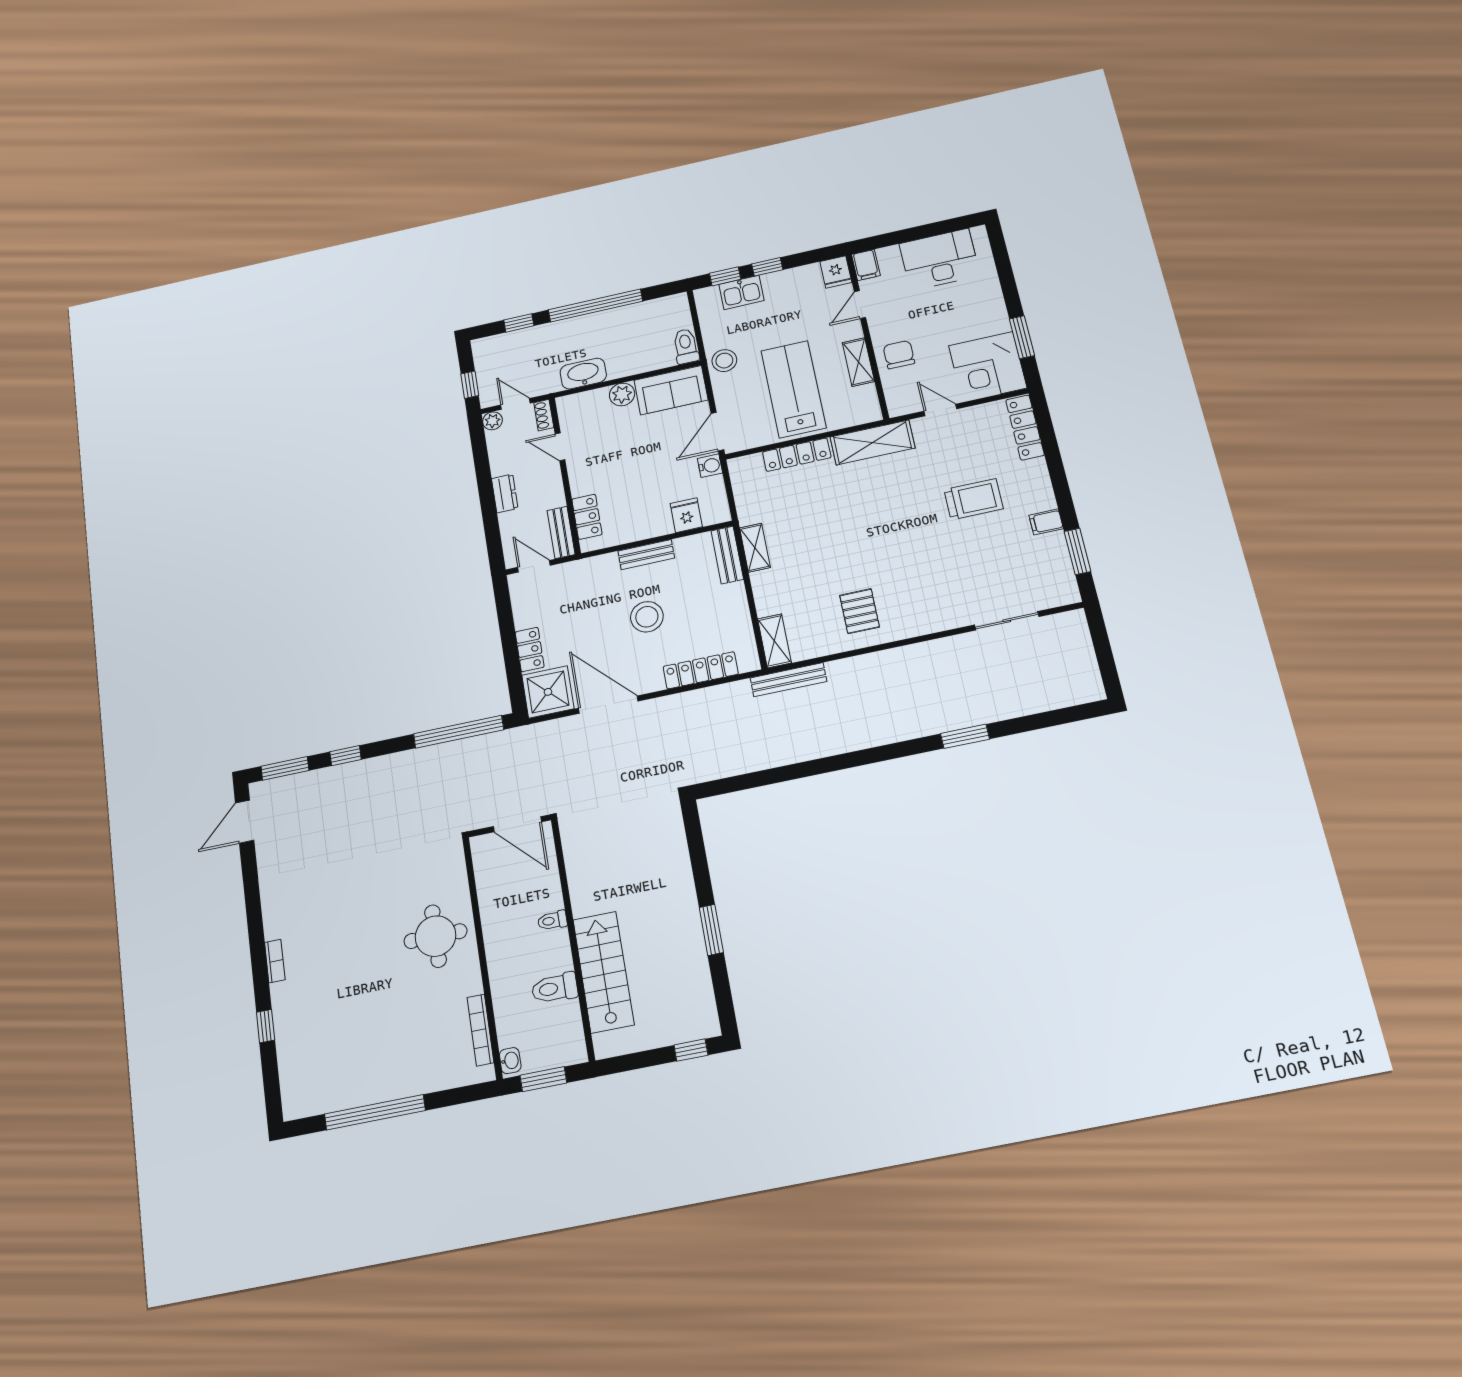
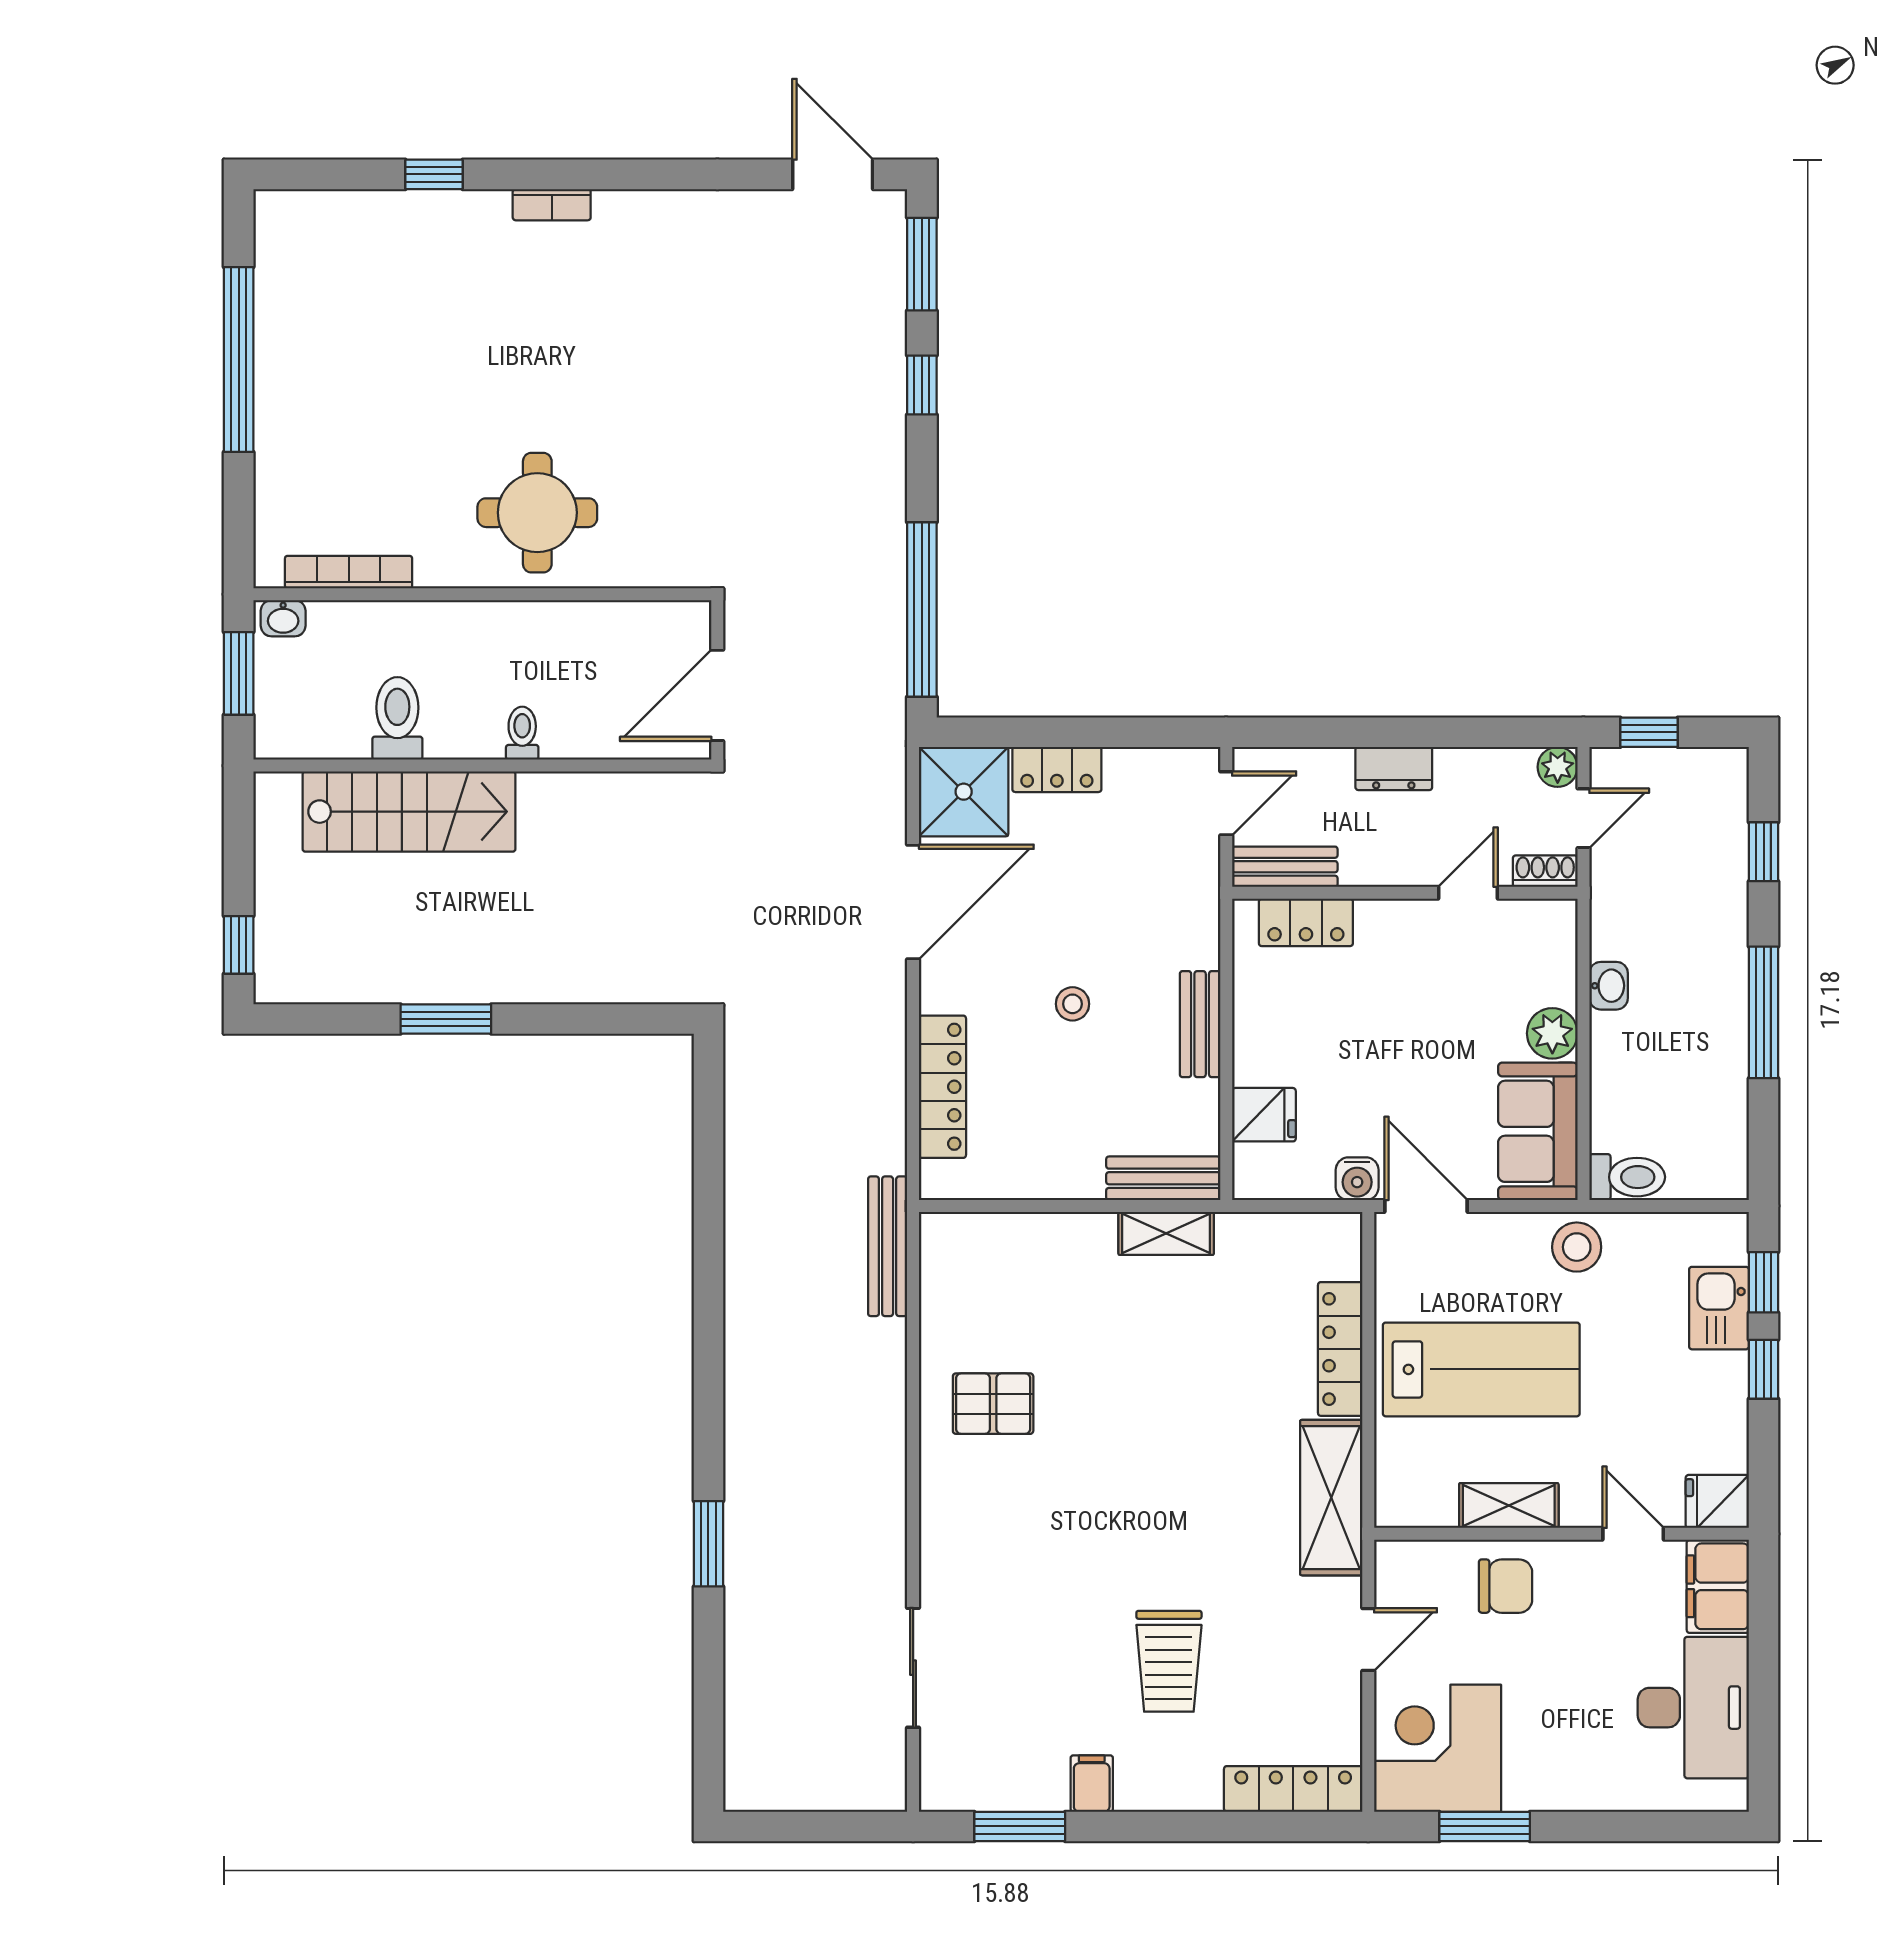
filing cabinet: (866, 265) -> (1718, 1586), width x2.00
window: (595, 306) -> (1764, 1012), width x0.68
washbasin: (583, 374) -> (1609, 986), width x0.52, depth x0.69
stool: (647, 617) -> (1072, 1004), width x0.53, depth x0.53
shelving: (774, 641) -> (970, 1235), removed

